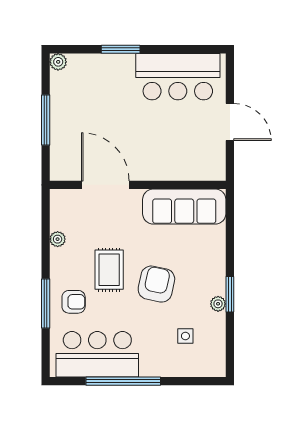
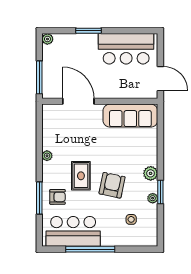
door: (105, 185) -> (78, 101), moved
wall: (138, 185) -> (100, 101), moved
sofa: (184, 207) -> (130, 116), moved
plant: (215, 266) -> (151, 173), added

